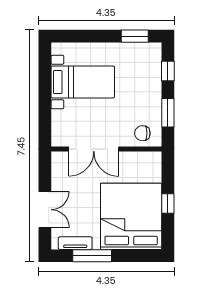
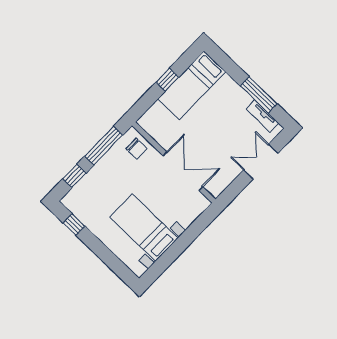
window: (135, 36) -> (74, 224), width x0.67
window: (168, 113) -> (104, 146), width x1.44
bed: (131, 216) -> (192, 85), width x0.49

